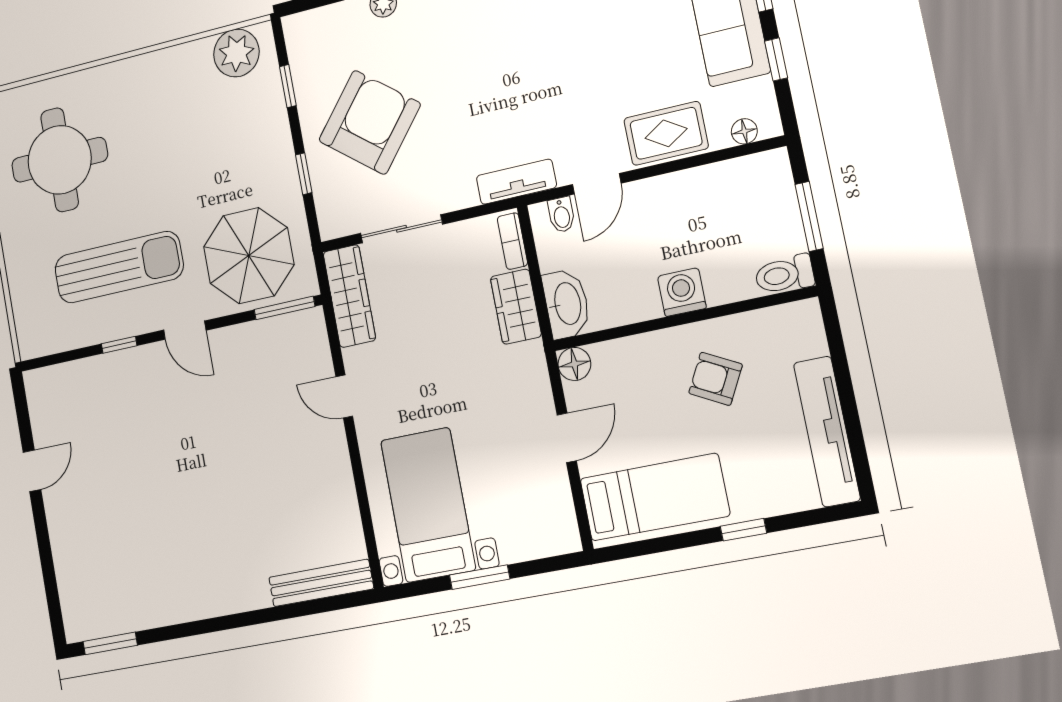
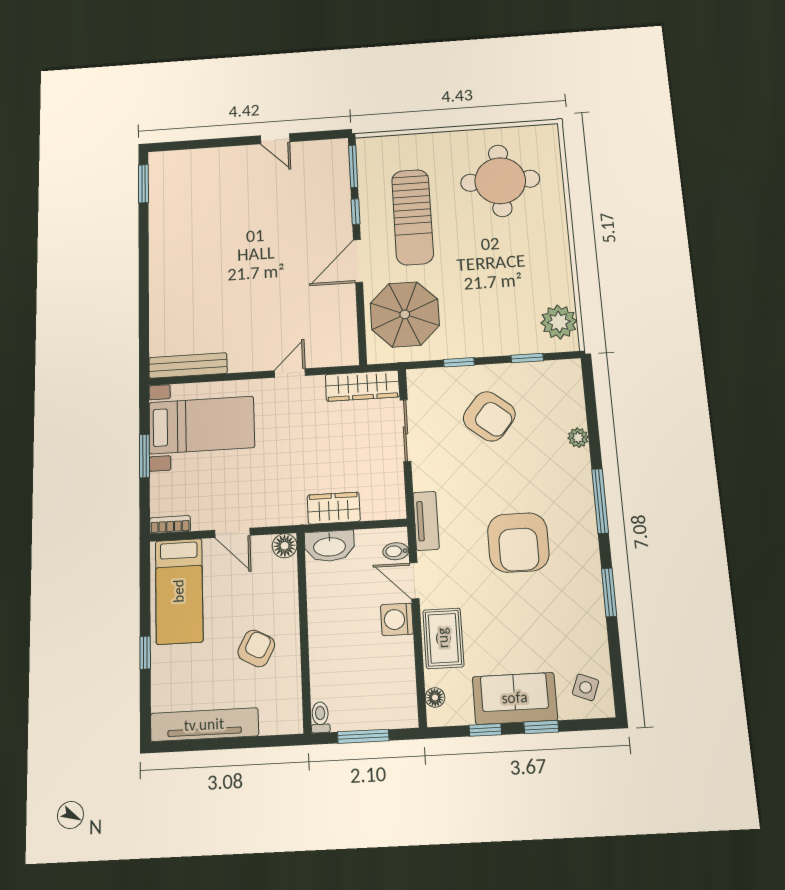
armchair: (529, 57) -> (518, 543), added
armchair: (370, 122) -> (489, 416), width x0.73, depth x0.73
bookcase: (512, 241) -> (170, 525), moved
toilet: (784, 275) -> (320, 717), width x0.73, depth x0.72
washing machine: (682, 292) -> (397, 619), moved, turned 180
window: (284, 308) -> (353, 166), moved
door: (185, 330) -> (358, 261), width x1.38
bench: (321, 583) -> (188, 365), moved, turned 90

